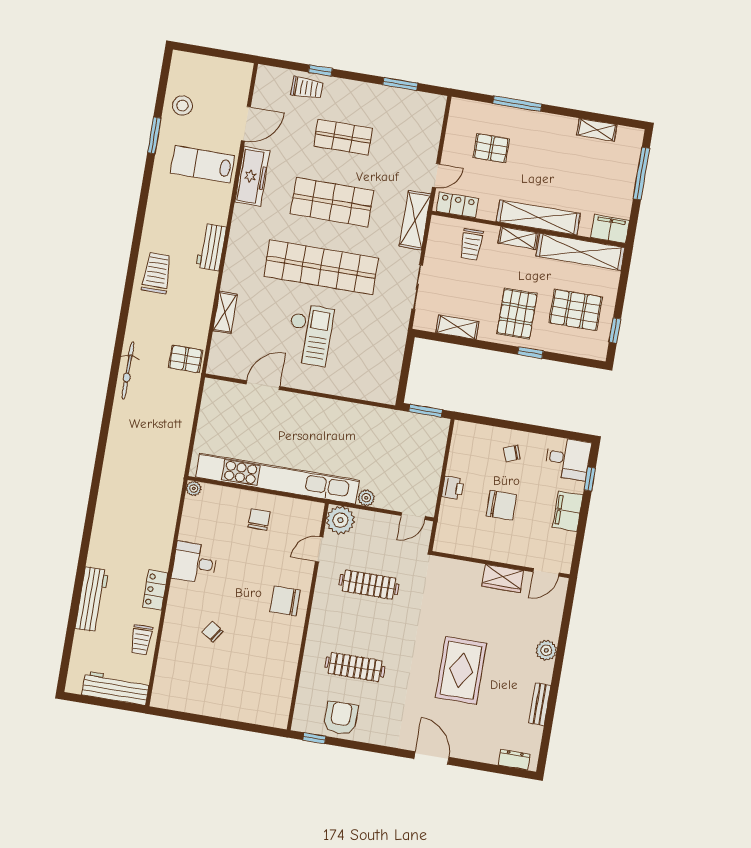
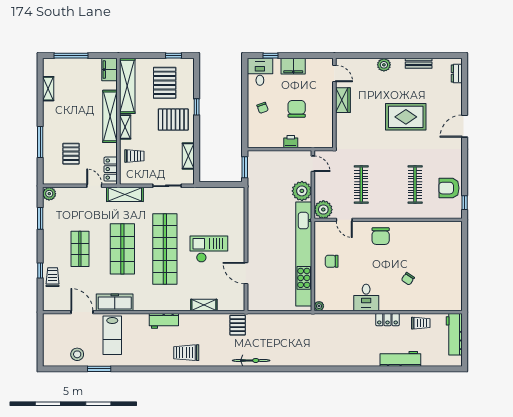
plant: (436, 104) -> (49, 194), added
plant: (366, 498) -> (302, 191), width x1.88, depth x1.88

